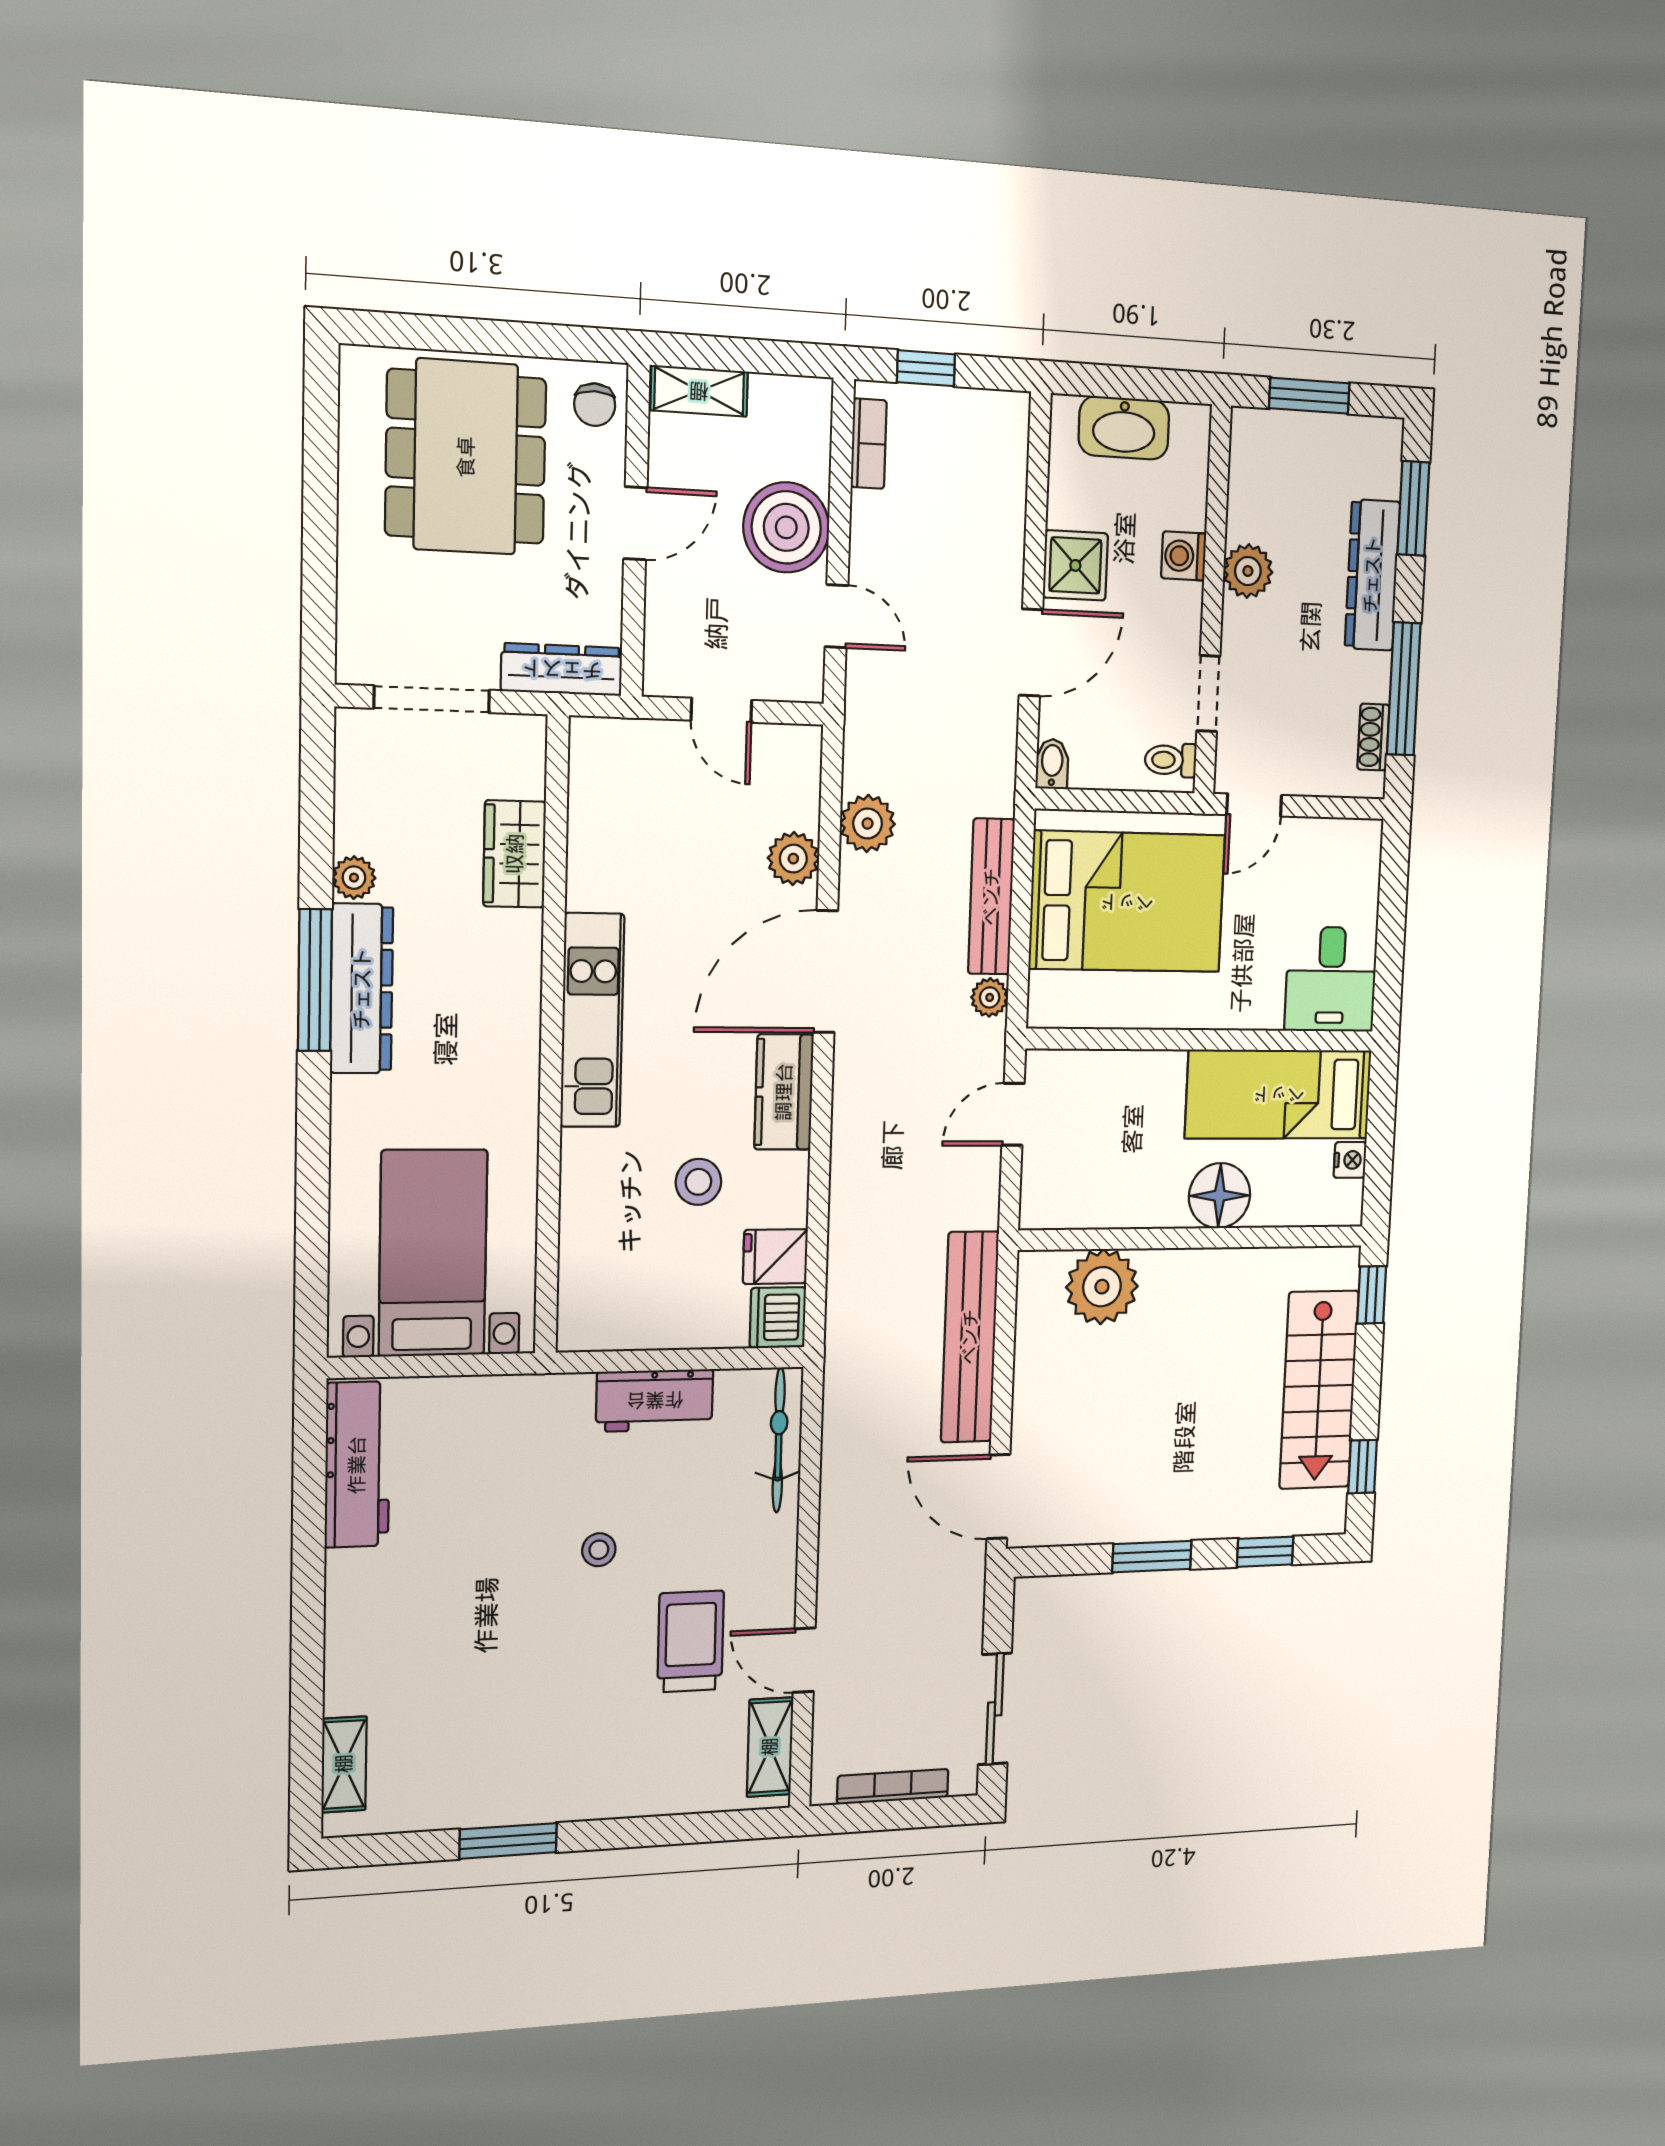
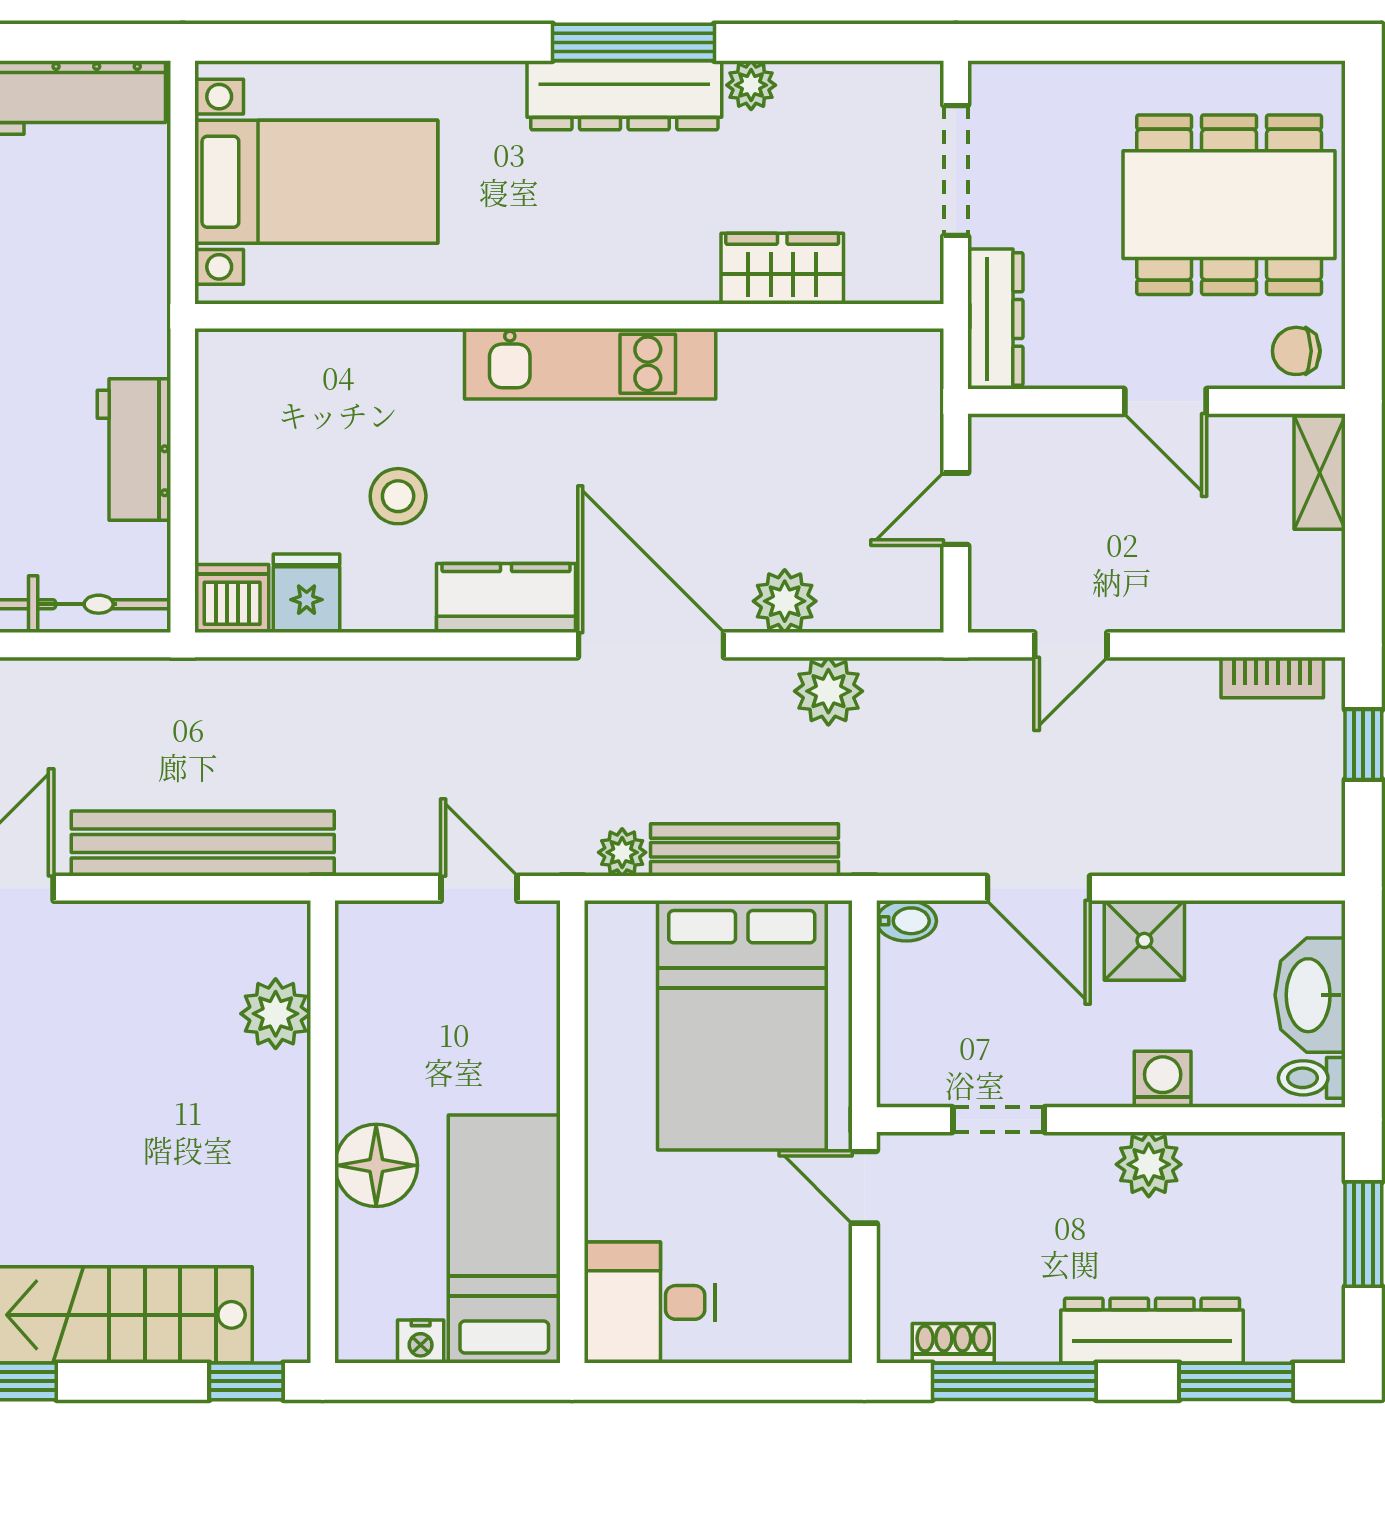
boiler: (786, 527) -> (1170, 581), removed
toilet: (1171, 760) -> (1312, 1078), moved, turned -90
plant: (1102, 1287) -> (276, 1014), width x0.73, depth x0.73

